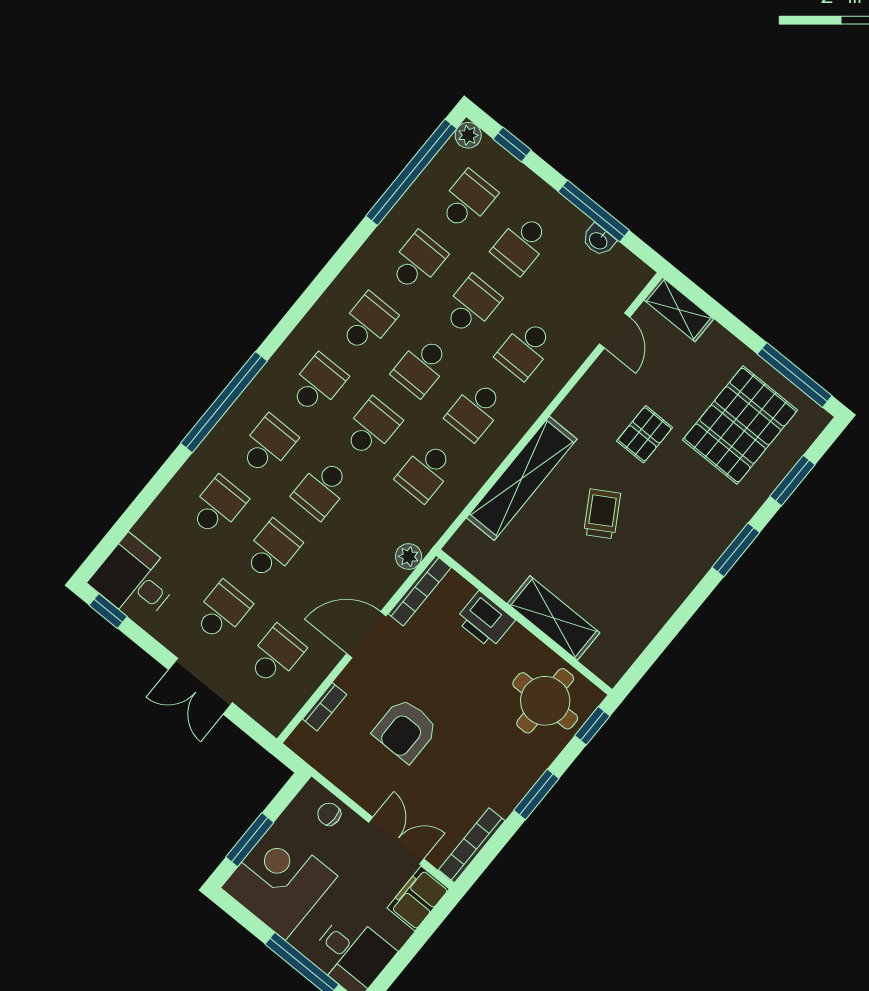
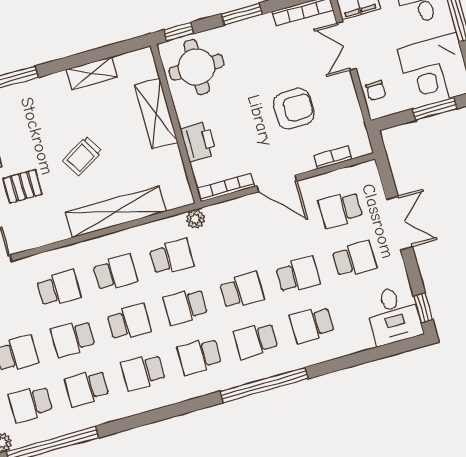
school desk: (272, 550) -> (298, 275), turned 180
plant: (409, 557) -> (195, 219), moved
school desk: (222, 611) -> (354, 259), turned 180
shelving: (656, 613) -> (92, 73), added

